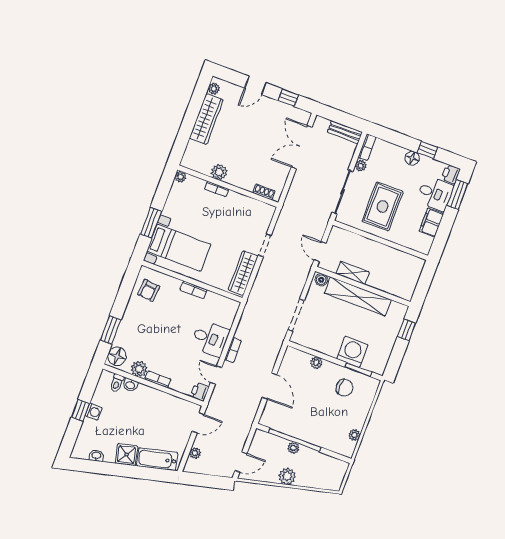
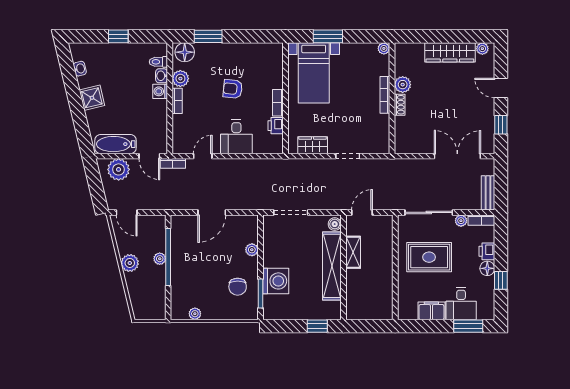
printer: (451, 174) -> (487, 251), moved, turned -90
bookcase: (217, 189) -> (385, 95), width x1.56
shoe rack: (264, 192) -> (400, 105), moved
wardrobe: (243, 273) -> (313, 145), width x0.67
armchair: (149, 290) -> (233, 89), moved
bookcase: (233, 350) -> (173, 163), moved
printer: (200, 392) -> (276, 126), moved, turned -90
washing machine: (94, 412) -> (160, 91), moved, turned 90
plant: (195, 453) -> (119, 169), width x1.87, depth x1.87
bathtub: (157, 459) -> (115, 144), moved, turned -76

